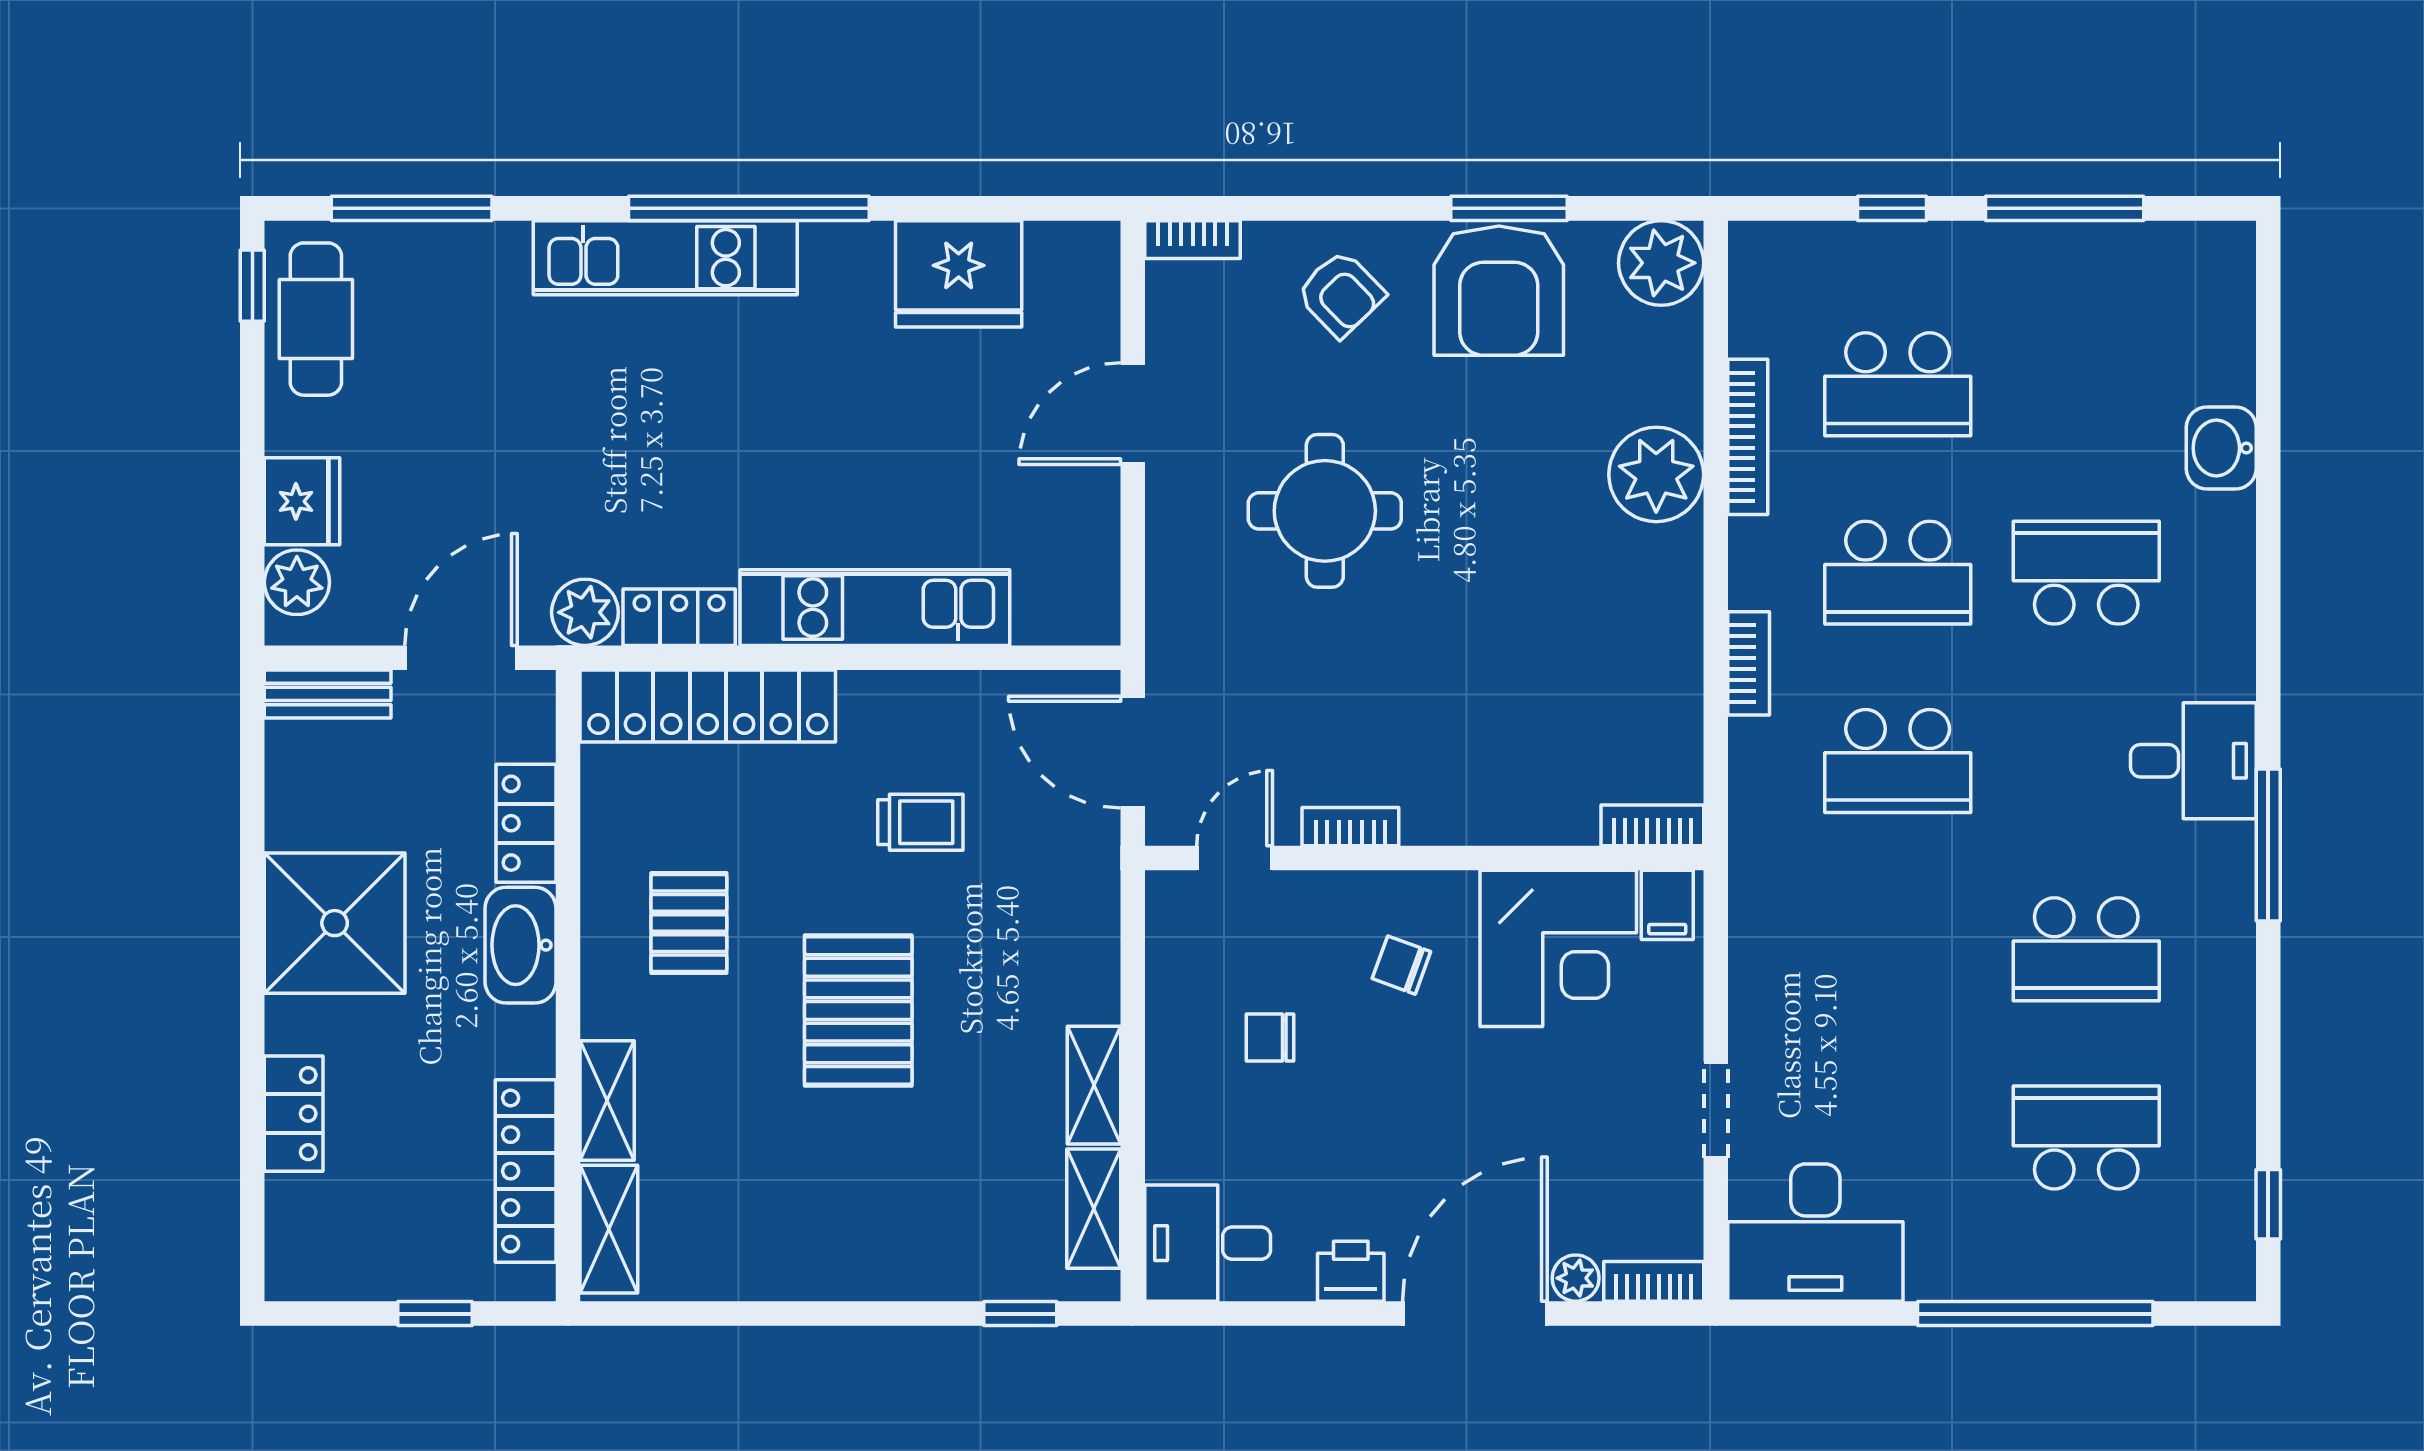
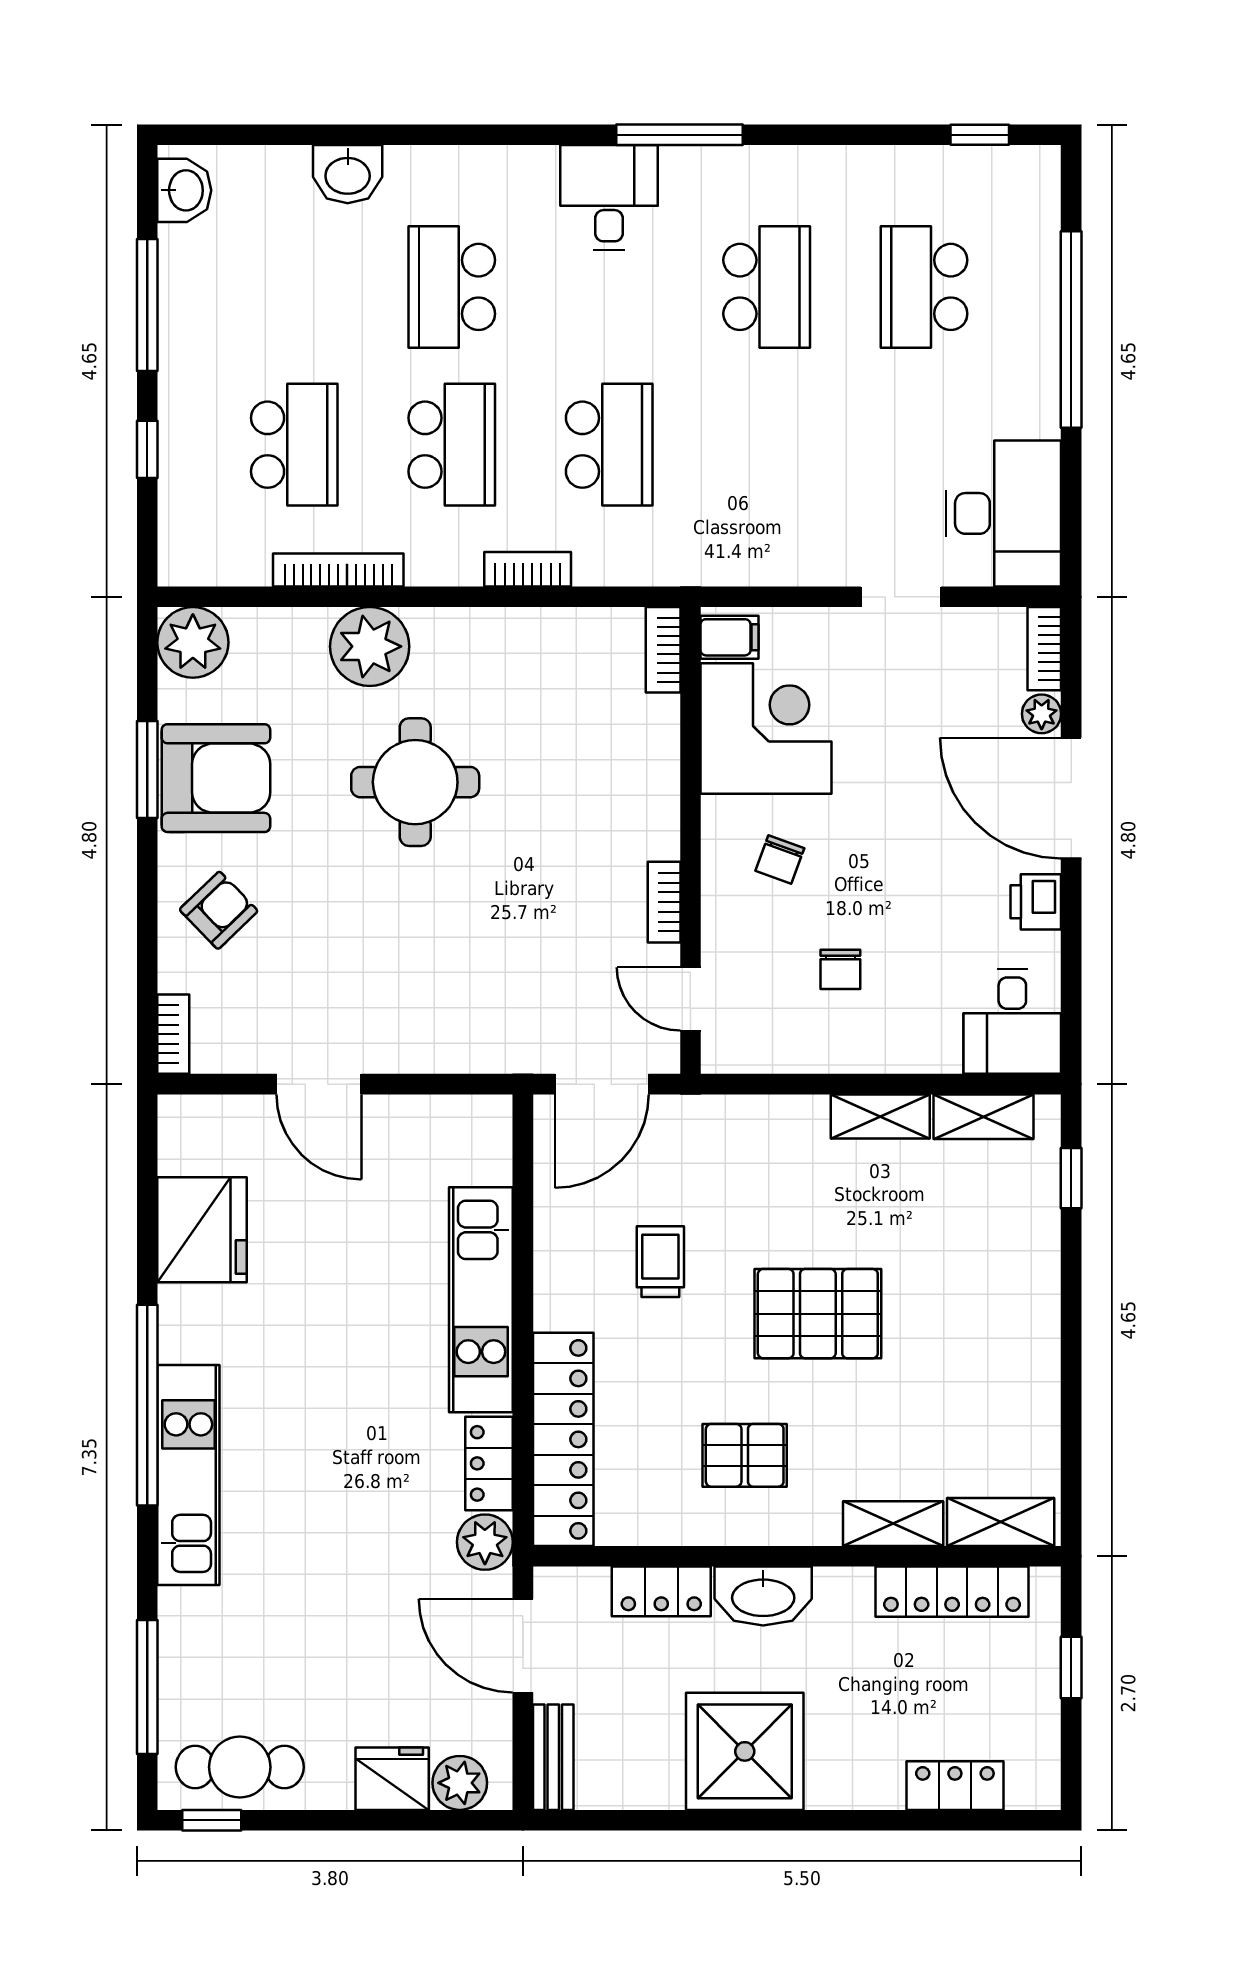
washbasin: (2202, 253) -> (184, 190), added
round table: (1325, 511) -> (415, 782), moved
locker: (294, 1114) -> (955, 1786), moved

